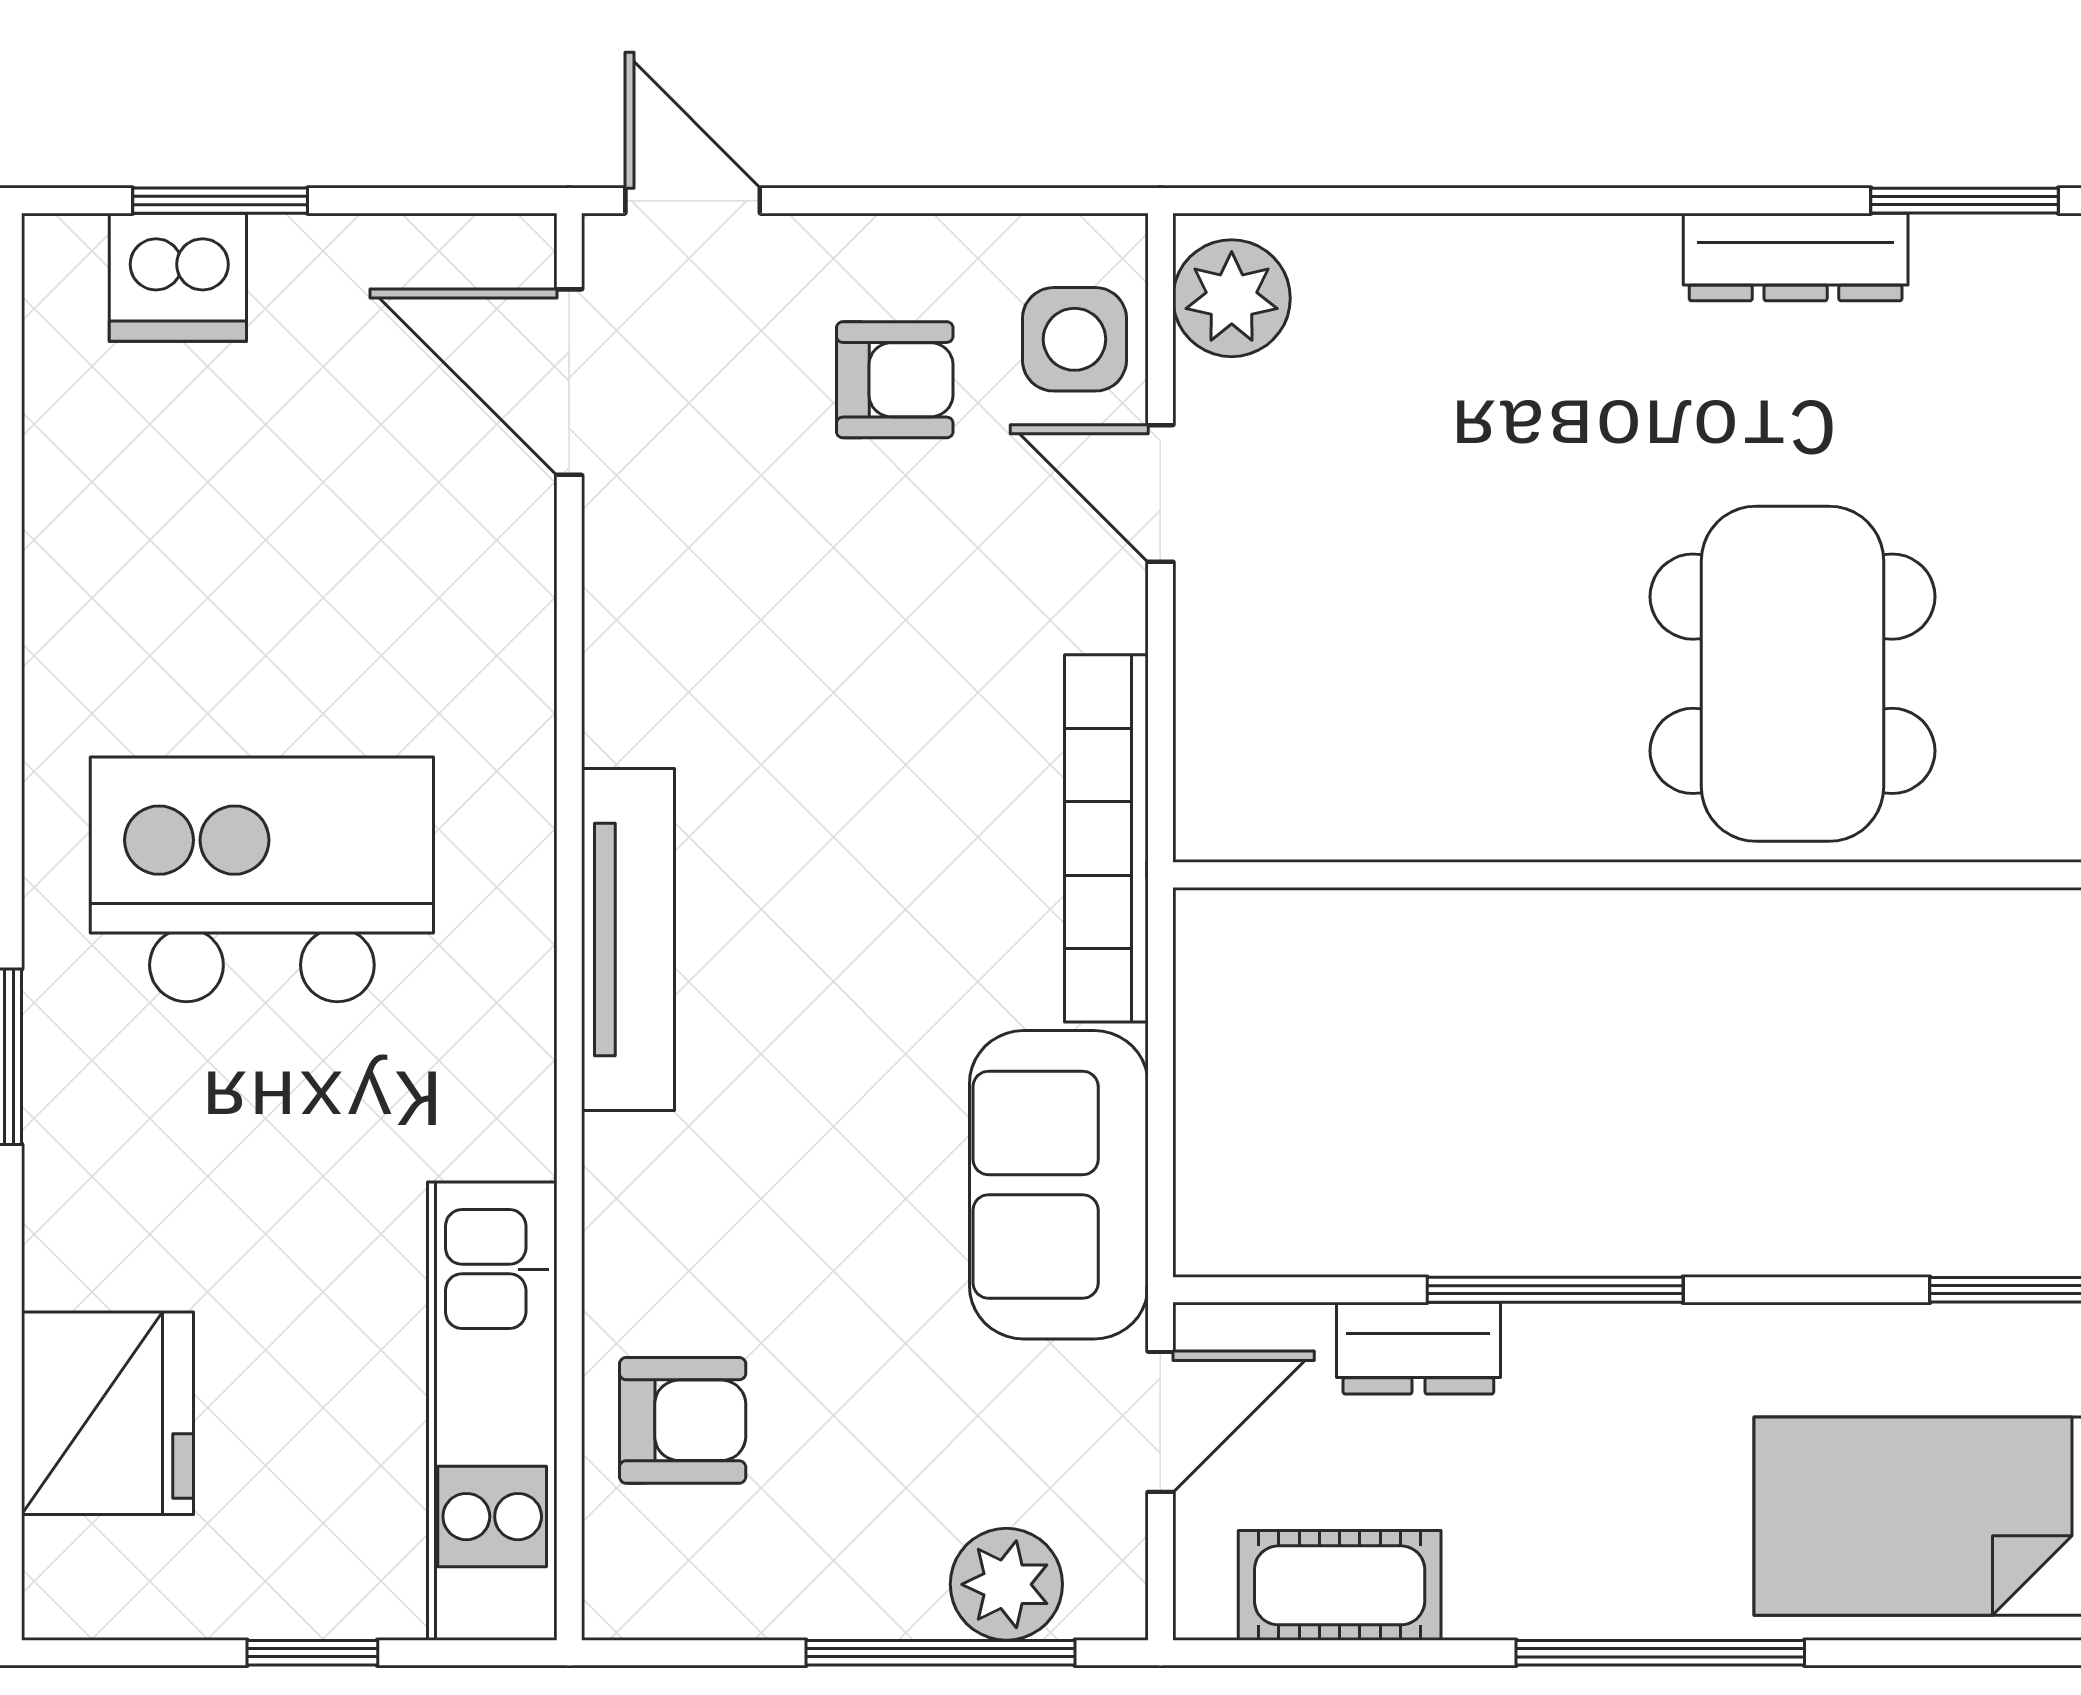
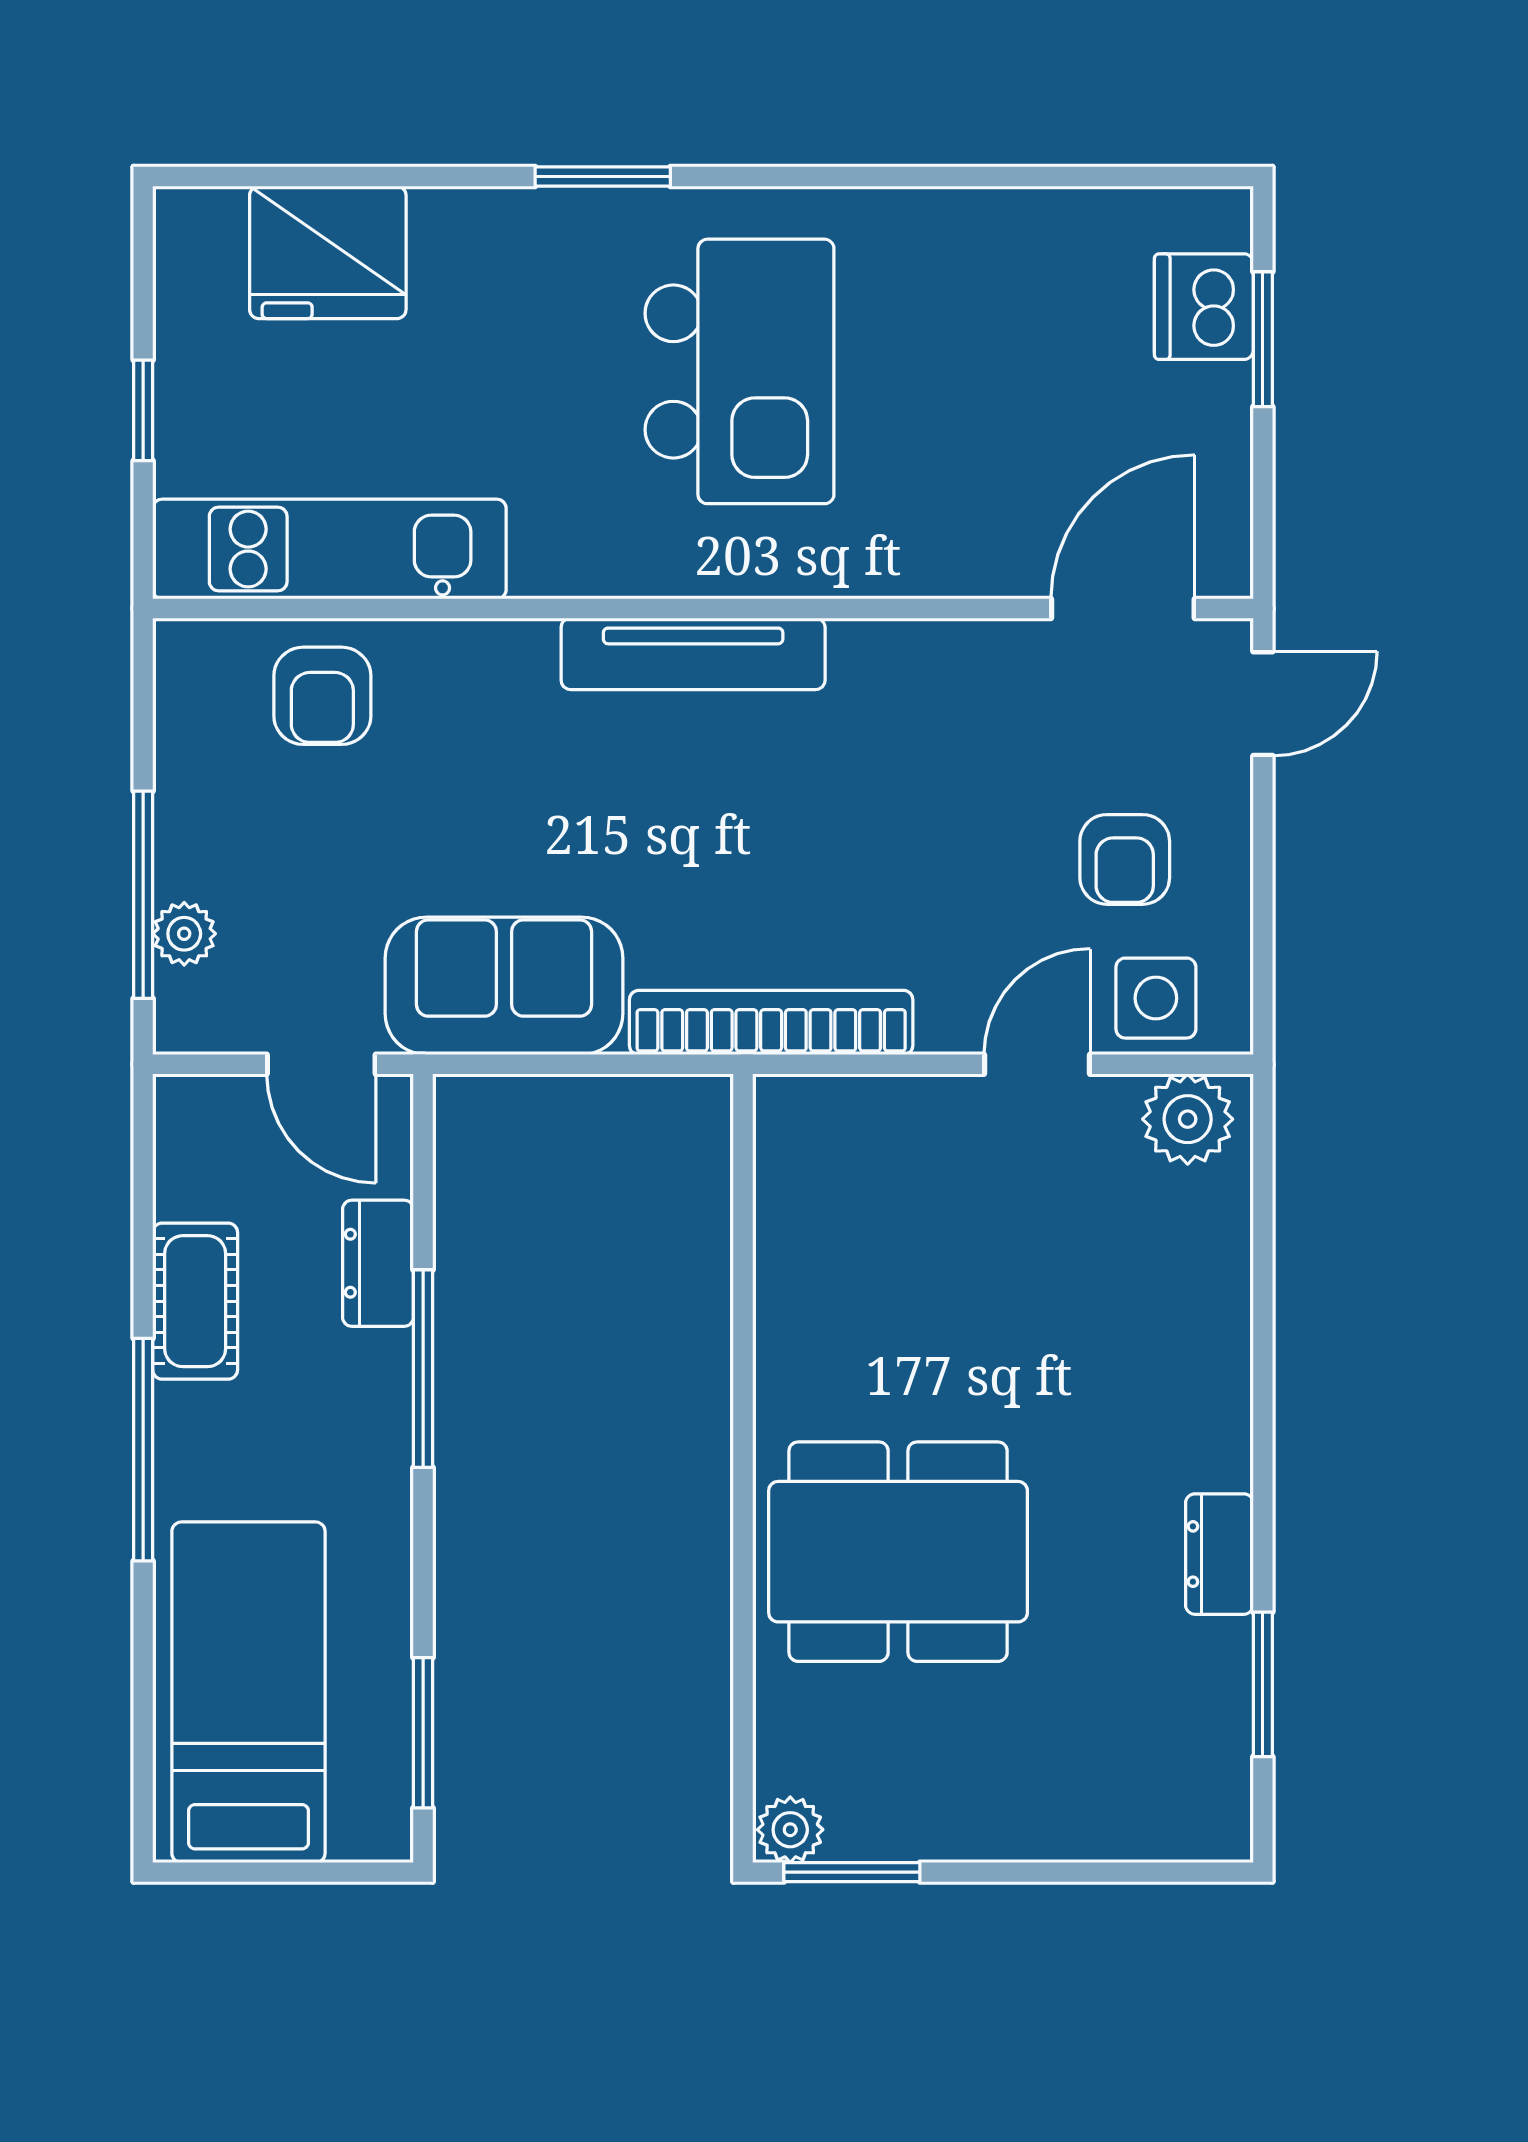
dresser: (1796, 257) -> (1219, 1554), width x0.70
plant: (1006, 1584) -> (184, 934), width x0.73, depth x0.73
cot: (1340, 1585) -> (195, 1301), moved

